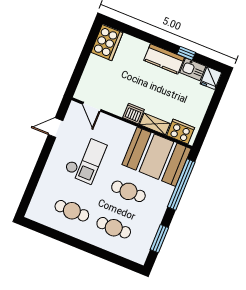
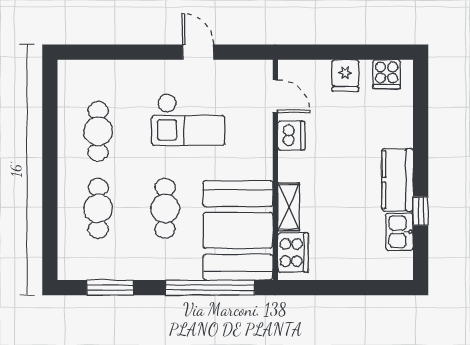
cooker: (107, 43) -> (387, 74), width x0.53, depth x0.76
fridge: (211, 78) -> (345, 76), moved, turned -90
door: (92, 107) -> (275, 96), swing flipped
dishwasher: (133, 114) -> (291, 136), moved
door: (56, 128) -> (198, 52), moved

